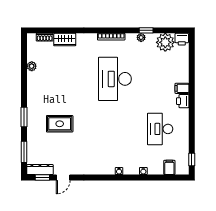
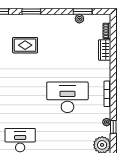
window: (24, 63) -> (83, 11), added
rug: (60, 124) -> (25, 45), turned 90

